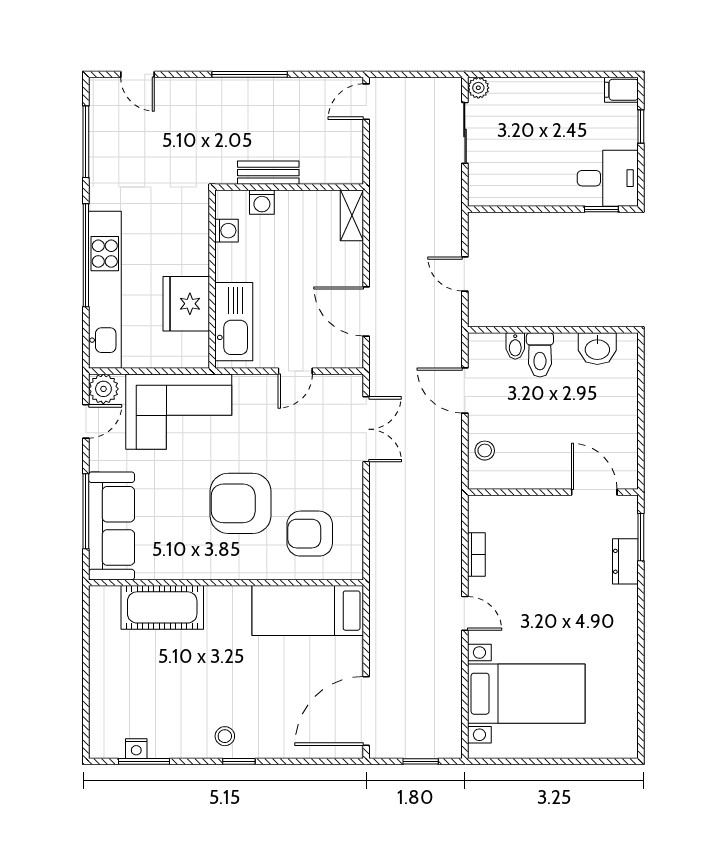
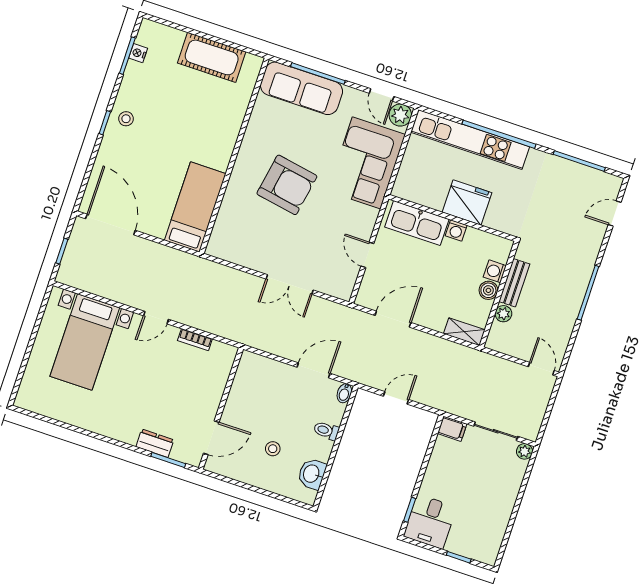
filing cabinet: (621, 90) -> (452, 429), moved, turned 90
plant: (312, 173) -> (503, 314), added
boiler: (289, 202) -> (488, 290), added
washing machine: (226, 231) -> (456, 231), moved
fridge: (186, 304) -> (467, 202), moved
bidet: (515, 346) -> (344, 393), moved, turned -90
toilet: (540, 355) -> (326, 431), width x0.73, depth x0.72
double door: (366, 429) -> (290, 285), moved
stool: (485, 451) -> (273, 449), moved
armchair: (241, 503) -> (287, 185), turned 100
armchair: (310, 534) -> (249, 227), removed
cot: (162, 607) -> (212, 57), moved, turned 90

